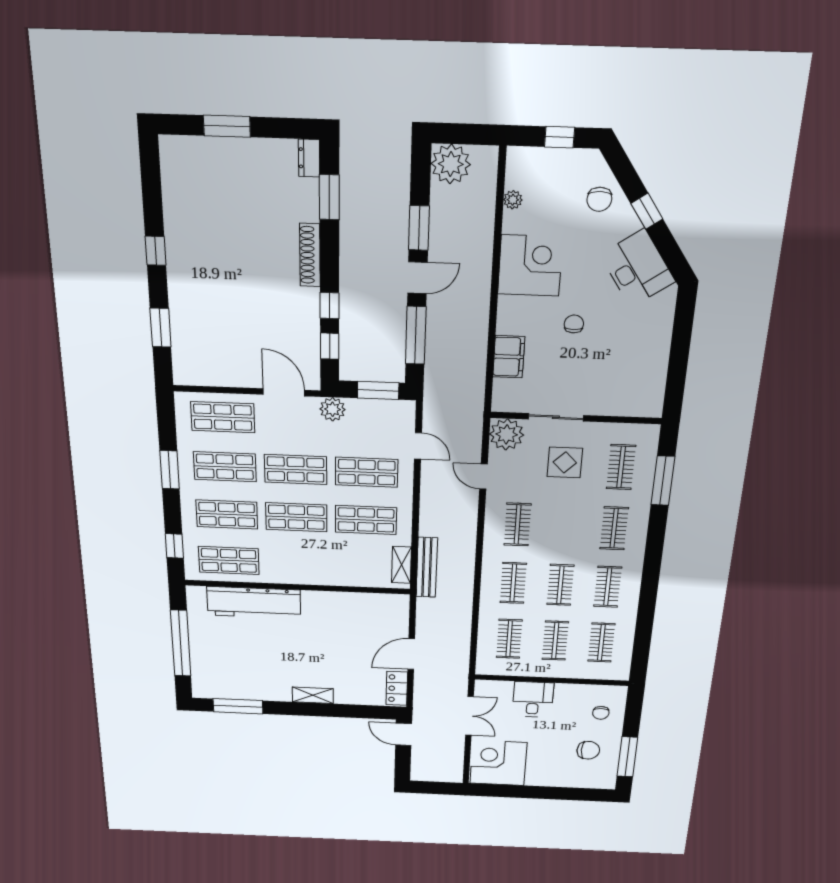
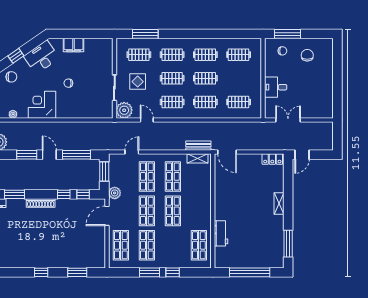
filing cabinet: (509, 357) -> (74, 45), moved, turned 180
door: (483, 477) -> (147, 120), swing flipped
shop shelf: (227, 514) -> (173, 245), removed
window: (174, 546) -> (173, 272), moved
bench: (427, 567) -> (198, 146), width x0.73
workbench: (254, 603) -> (221, 233), width x0.53, depth x0.76
clothes rail: (555, 641) -> (172, 78), moved
door: (411, 654) -> (227, 152), moved
window: (627, 757) -> (288, 34), moved
corner desk: (498, 763) -> (318, 103), removed

